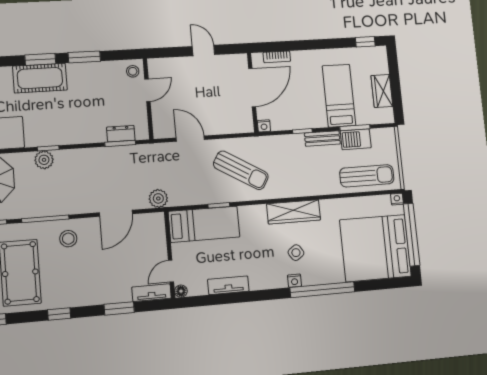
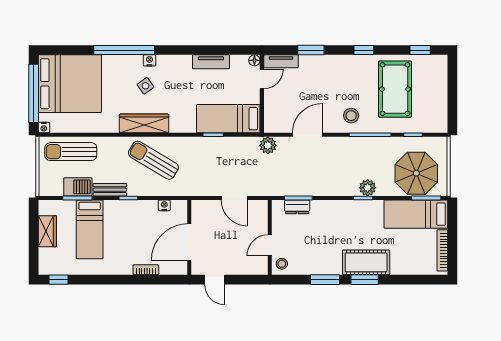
door: (252, 88) -> (189, 242), moved
wall: (253, 92) -> (189, 237), moved
sun lounger: (241, 170) -> (153, 160), moved

